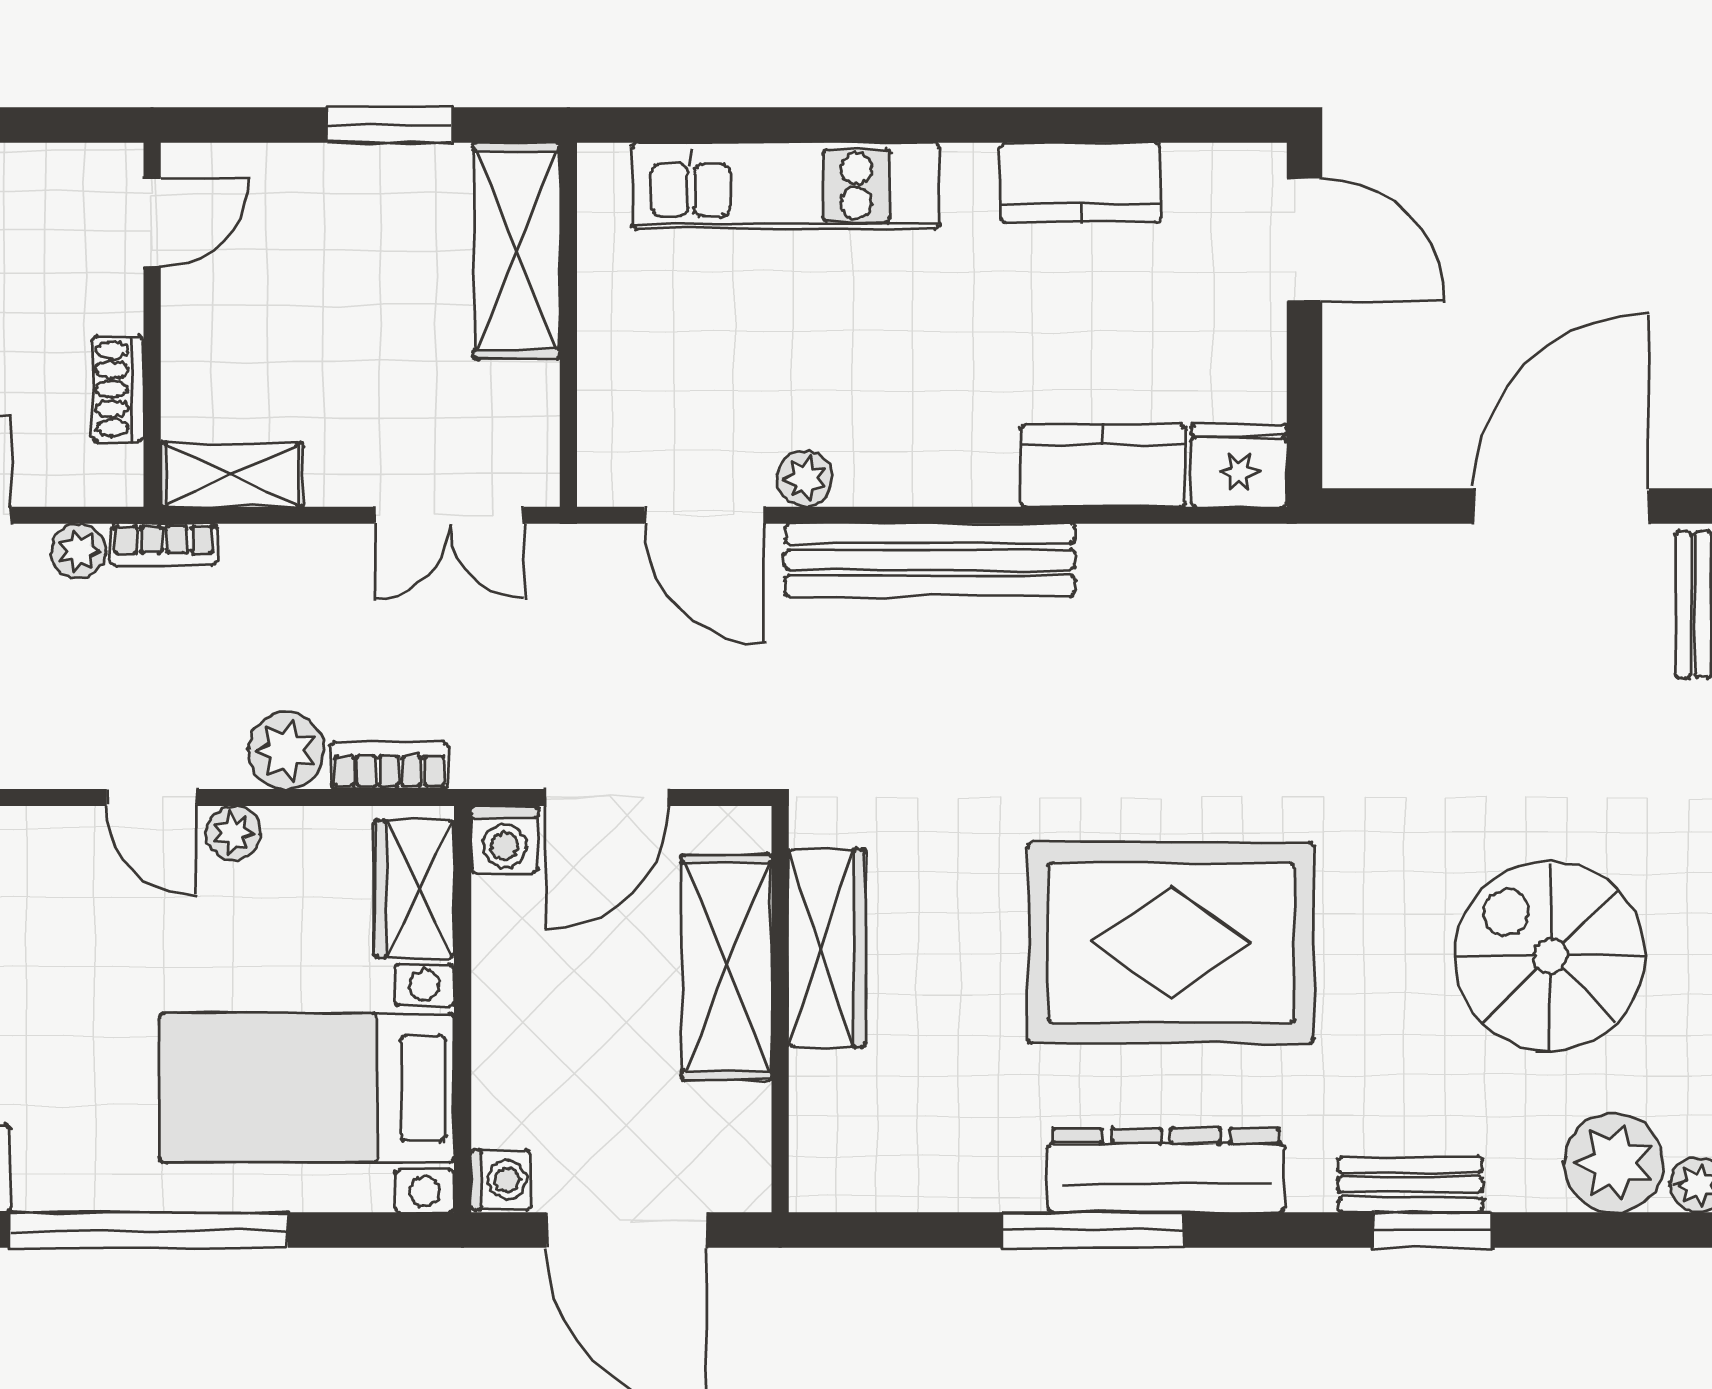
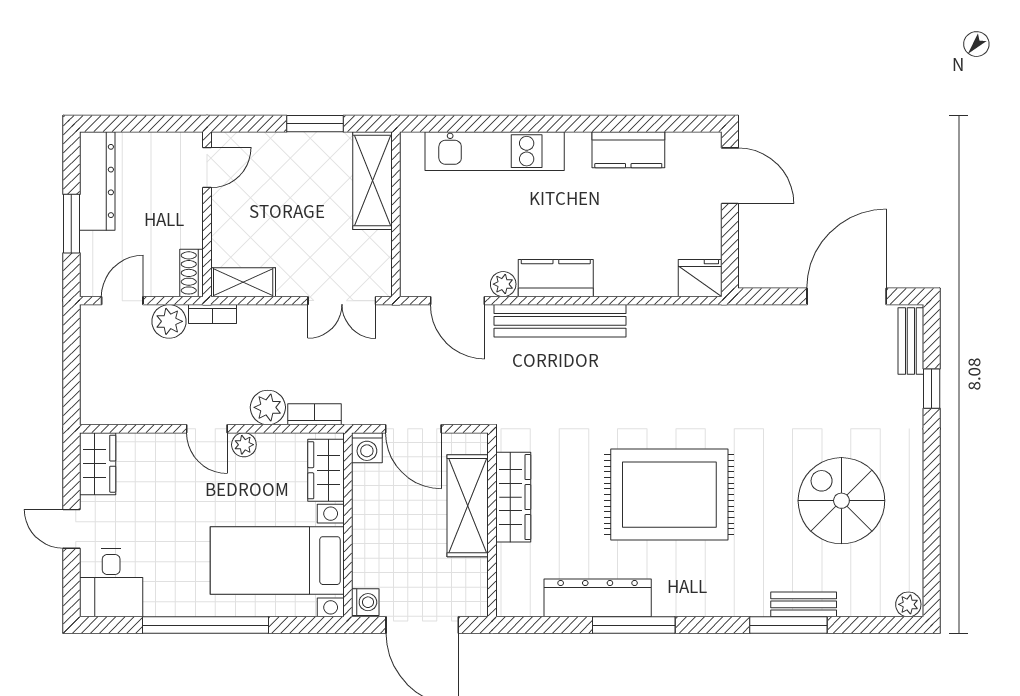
shoe rack: (118, 389) -> (192, 273), moved
kitchen counter: (1103, 466) -> (556, 278), moved
plant: (79, 551) -> (169, 321), width x1.38, depth x1.38
door: (607, 798) -> (413, 429), hinge flipped
plant: (1615, 1163) -> (871, 594), removed
dresser: (1166, 1170) -> (598, 598), moved
bench: (1410, 1185) -> (804, 604), moved
window: (1433, 1230) -> (788, 625), width x1.44

